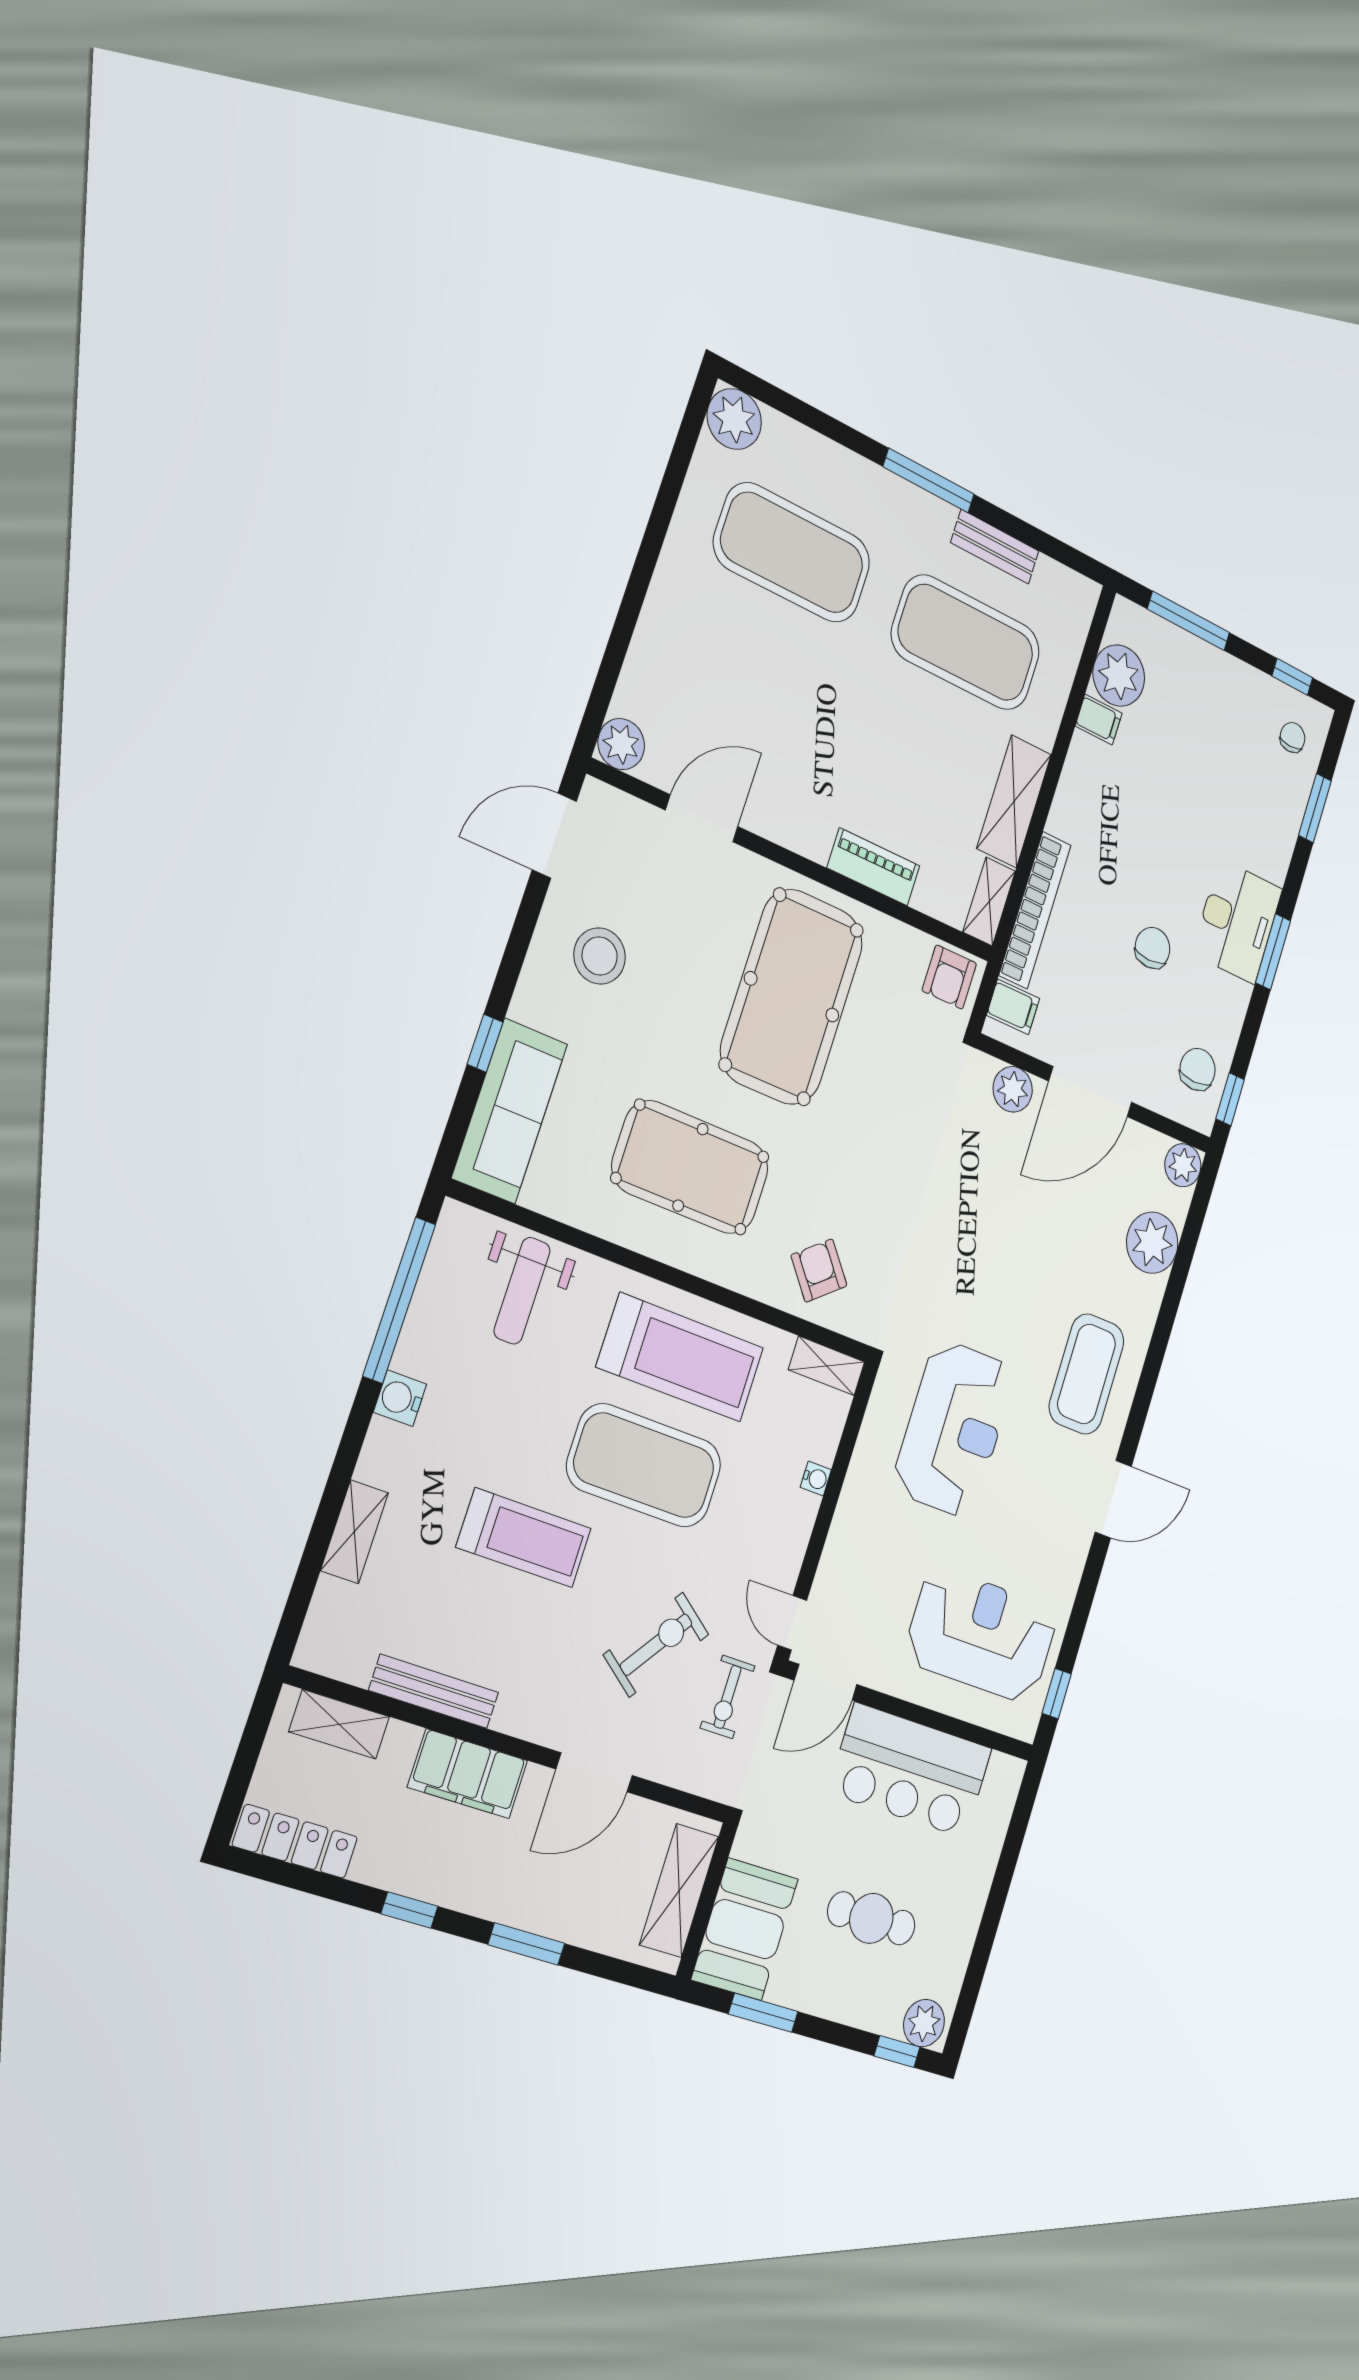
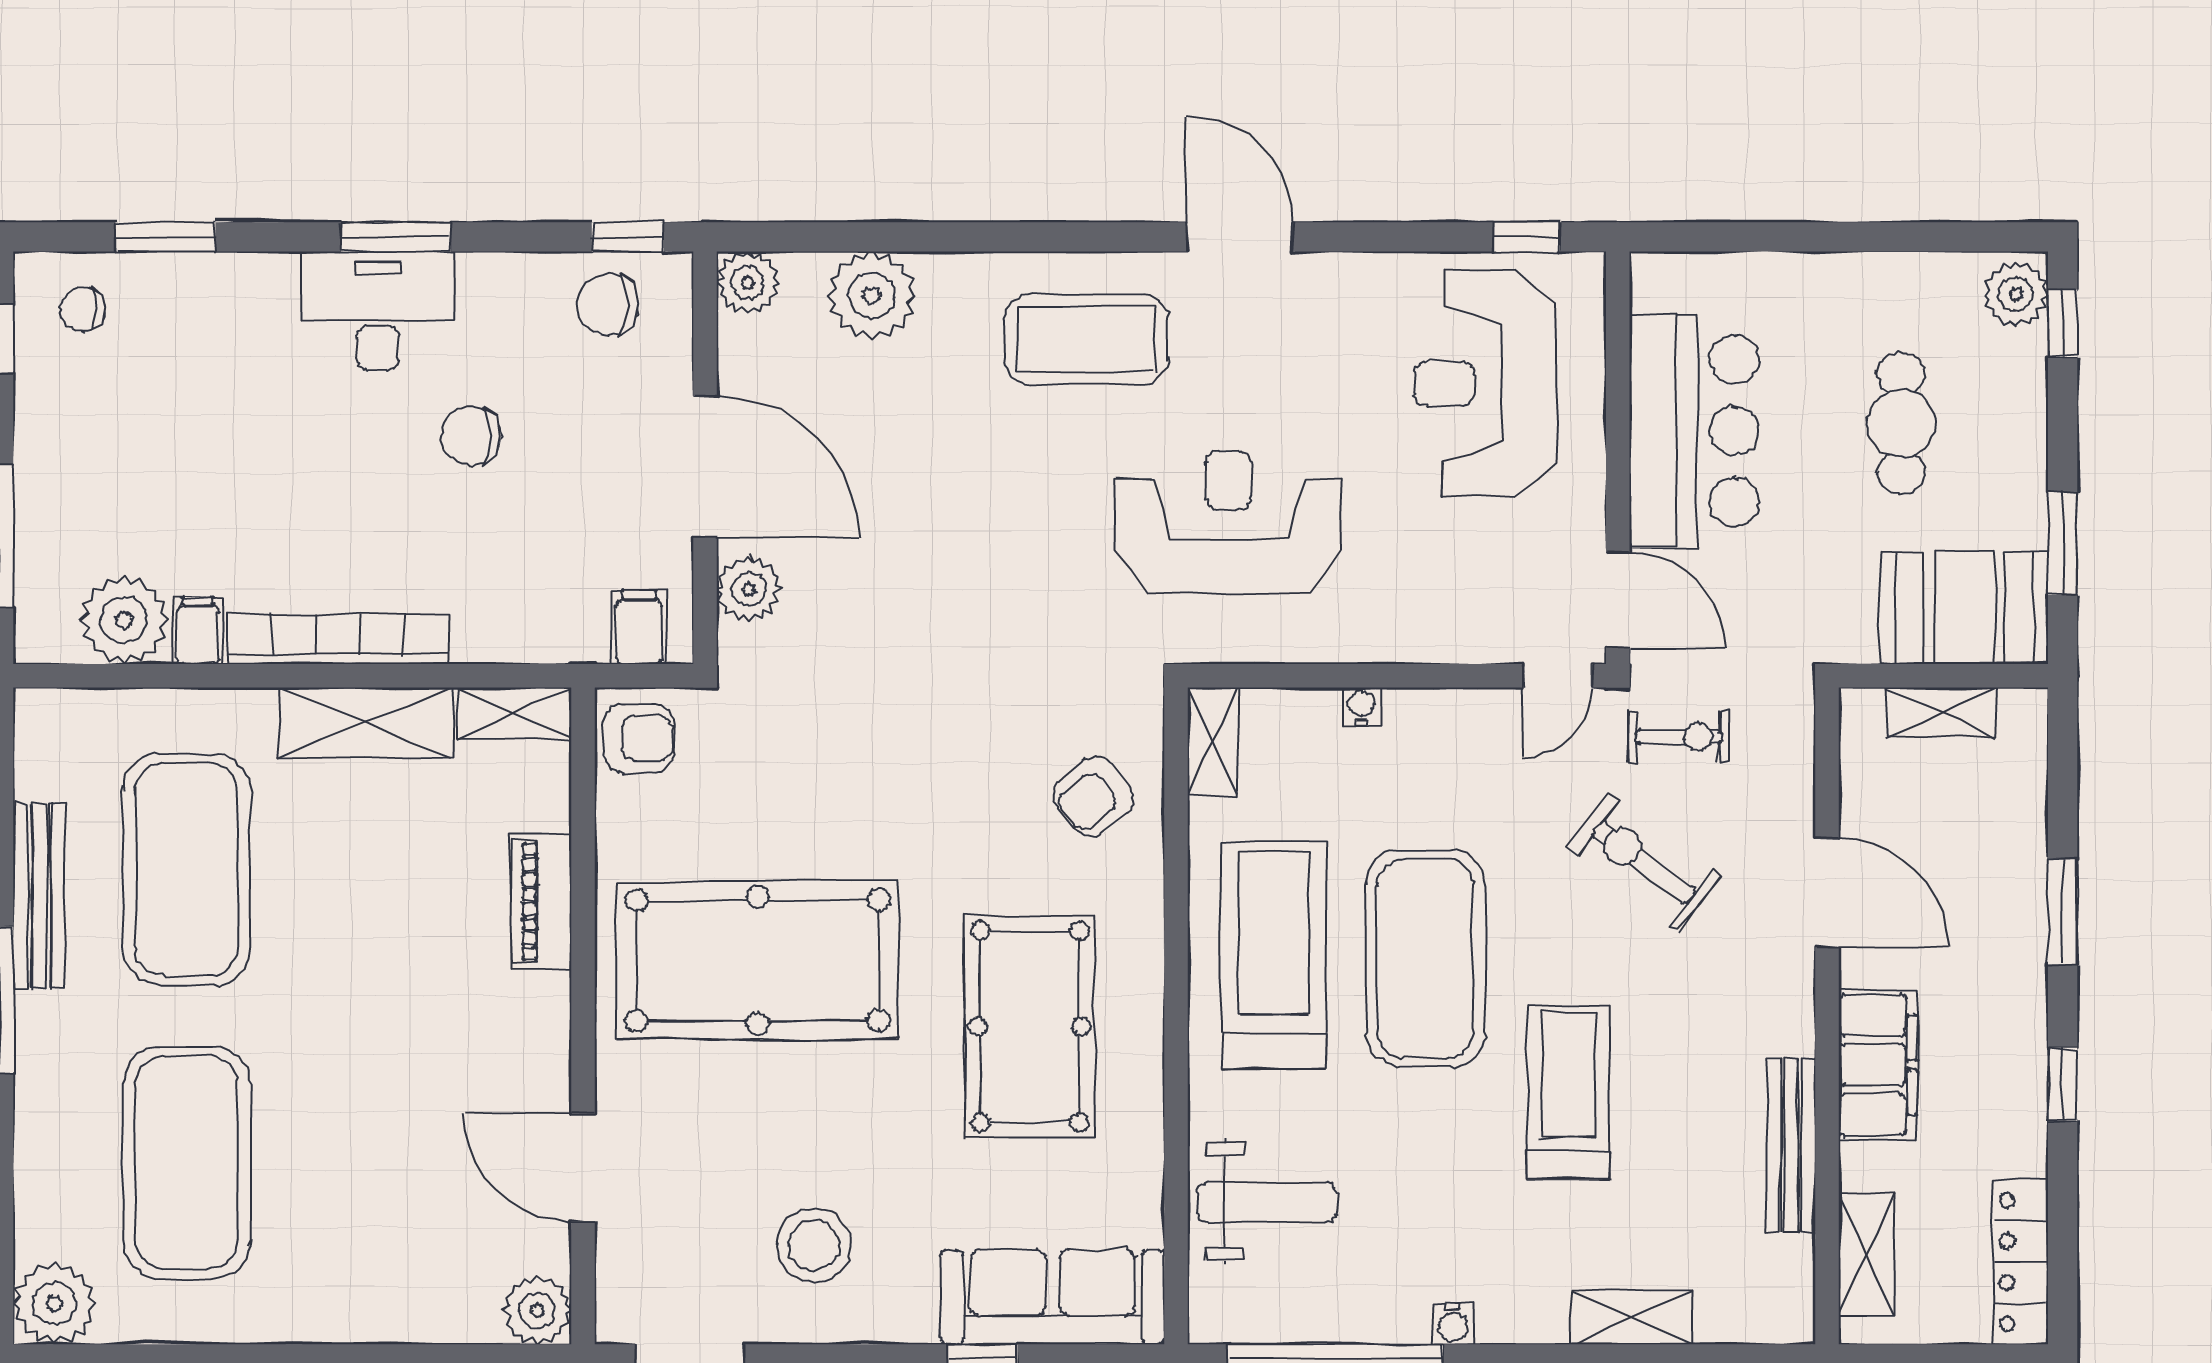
bench: (995, 547) -> (39, 896), width x1.36
bookcase: (1035, 910) -> (338, 639), moved
water cooler: (400, 1398) -> (1453, 1324), width x0.72, depth x0.72
shelving: (679, 1890) -> (1941, 712), width x0.67, depth x0.75

